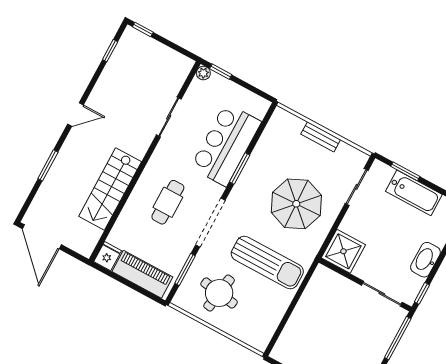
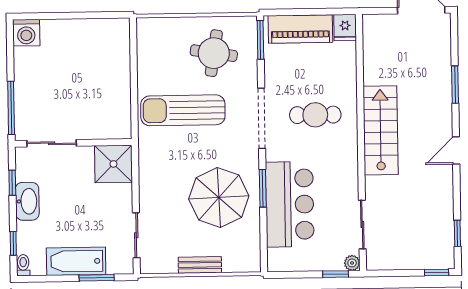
sliding door: (169, 117) -> (362, 225), moved
stairs: (110, 189) -> (381, 130), moved
cafe table: (168, 202) -> (315, 115), turned 90
parasol: (296, 204) -> (219, 198), moved
window: (185, 270) -> (260, 40), moved
window: (422, 293) -> (12, 183), moved

